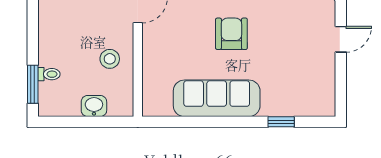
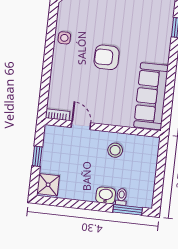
sofa: (217, 98) -> (151, 96), moved
washbasin: (94, 106) -> (106, 195), moved, turned 90

